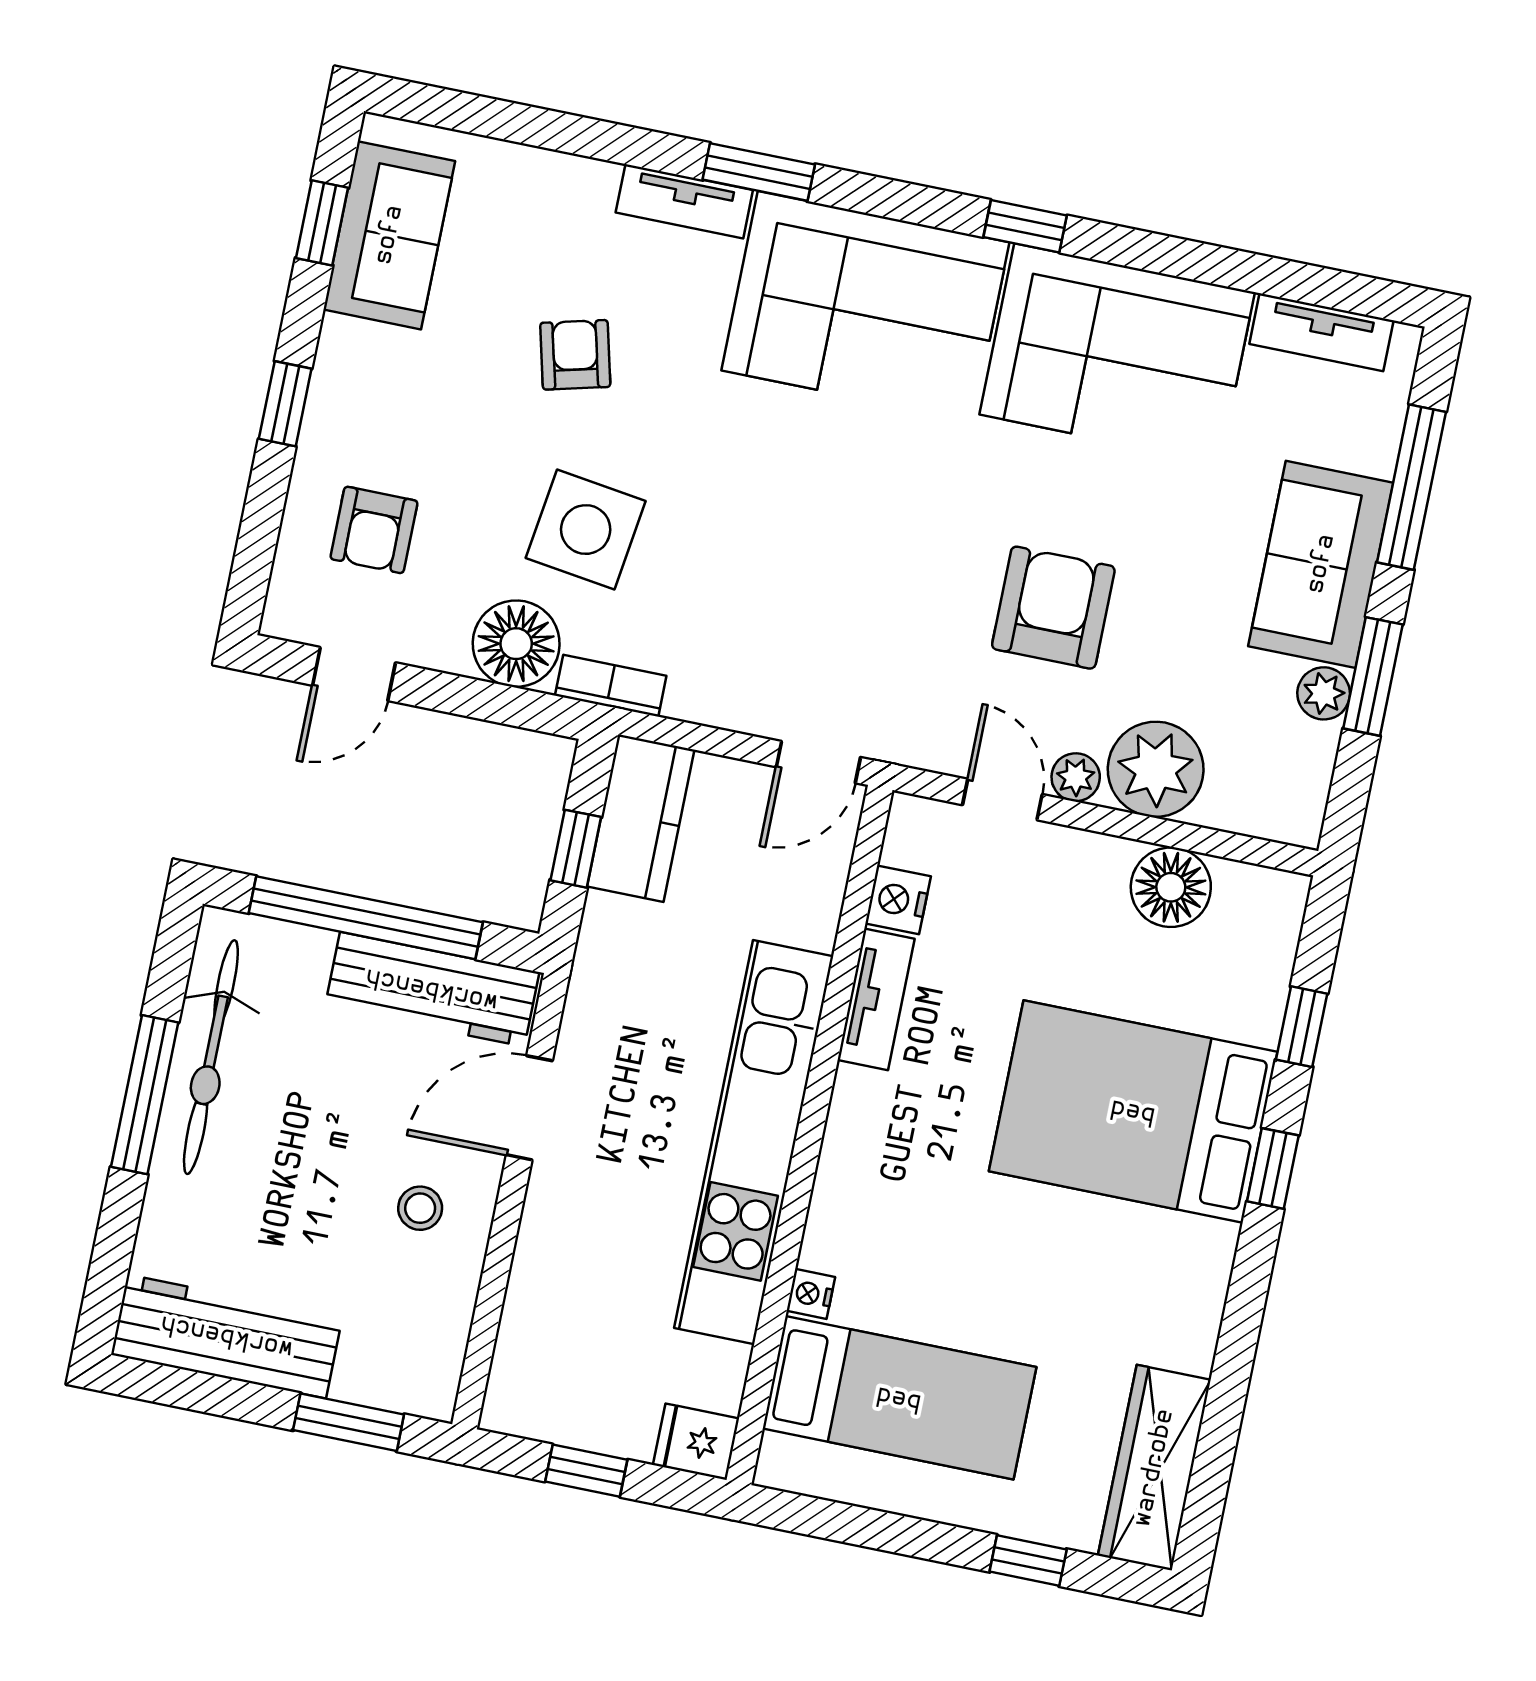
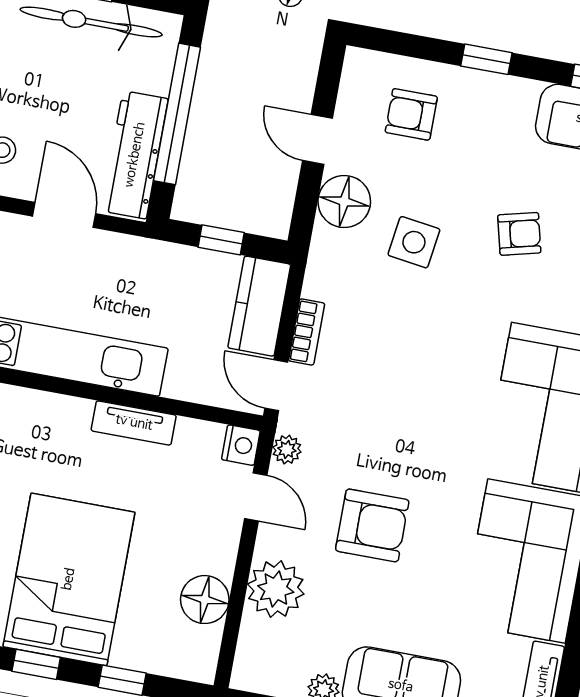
side table: (586, 530) -> (414, 242), width x0.73, depth x0.73
door: (354, 674) -> (318, 139), moved
bookcase: (611, 686) -> (307, 332), moved
plant: (1076, 777) -> (287, 450), moved
door: (1002, 800) -> (256, 497), hinge flipped
kitchen counter: (641, 818) -> (259, 306), moved, turned 90
nightstand: (898, 900) -> (241, 445), moved, turned 90

